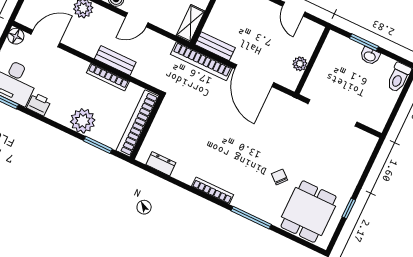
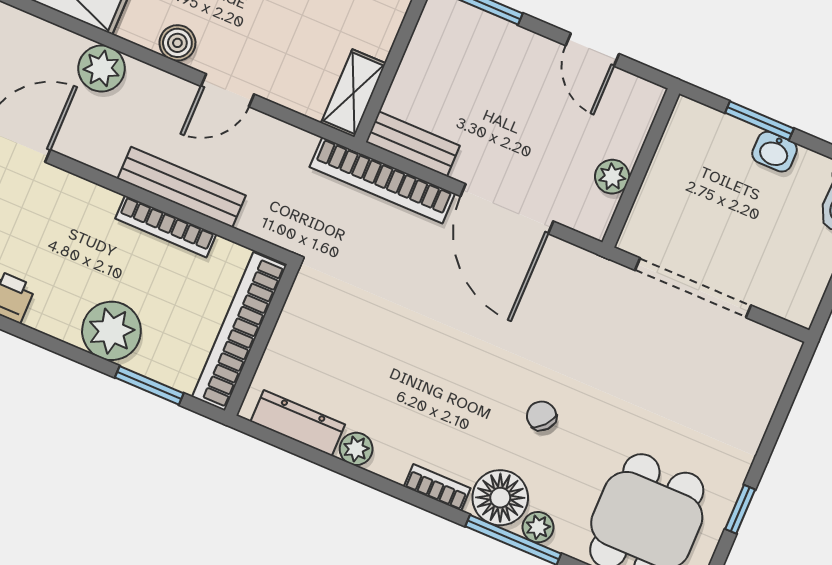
bench: (115, 61) -> (182, 187), width x1.36
dresser: (161, 164) -> (298, 423), width x1.44
plant: (185, 176) -> (356, 449), added
chair: (280, 177) -> (542, 416), moved
bookcase: (213, 191) -> (437, 487), width x0.64
floor lamp: (246, 199) -> (500, 498), added
plant: (262, 213) -> (538, 527), added

